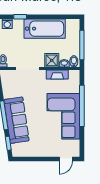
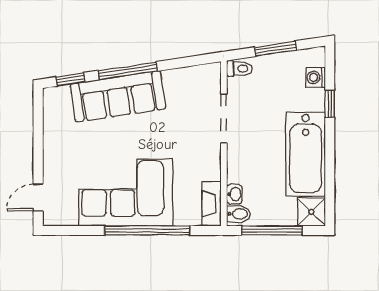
shower: (52, 60) -> (311, 212), moved
fireplace: (57, 74) -> (212, 204), moved
door: (66, 159) -> (38, 197), hinge flipped

